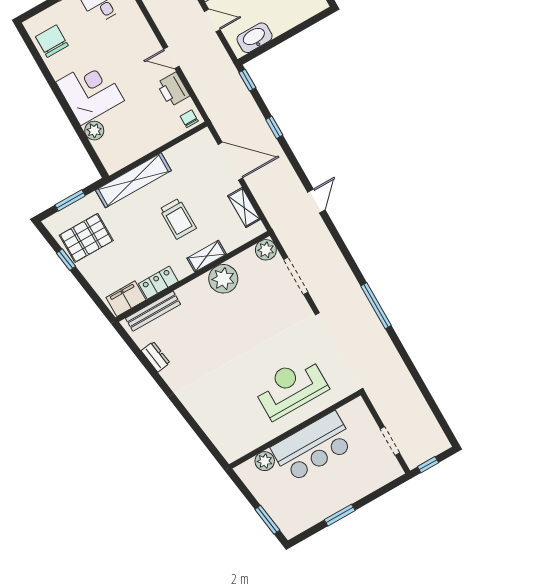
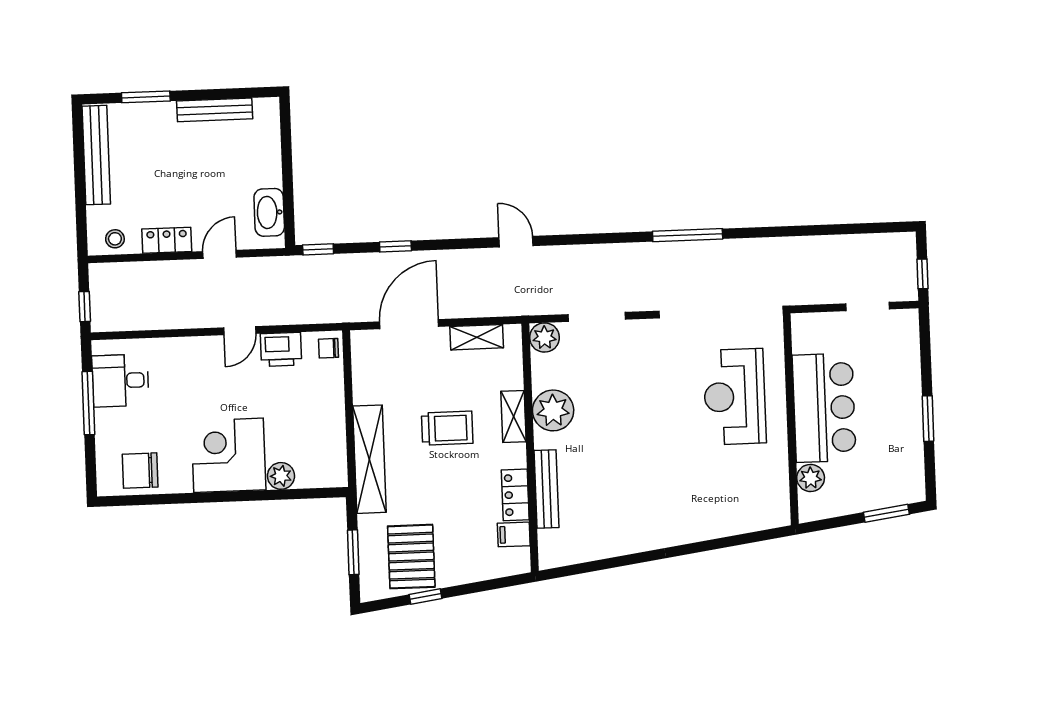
filing cabinet: (126, 299) -> (514, 534), width x0.50
bench: (153, 311) -> (546, 489), moved
dresser: (155, 357) -> (607, 547), removed

